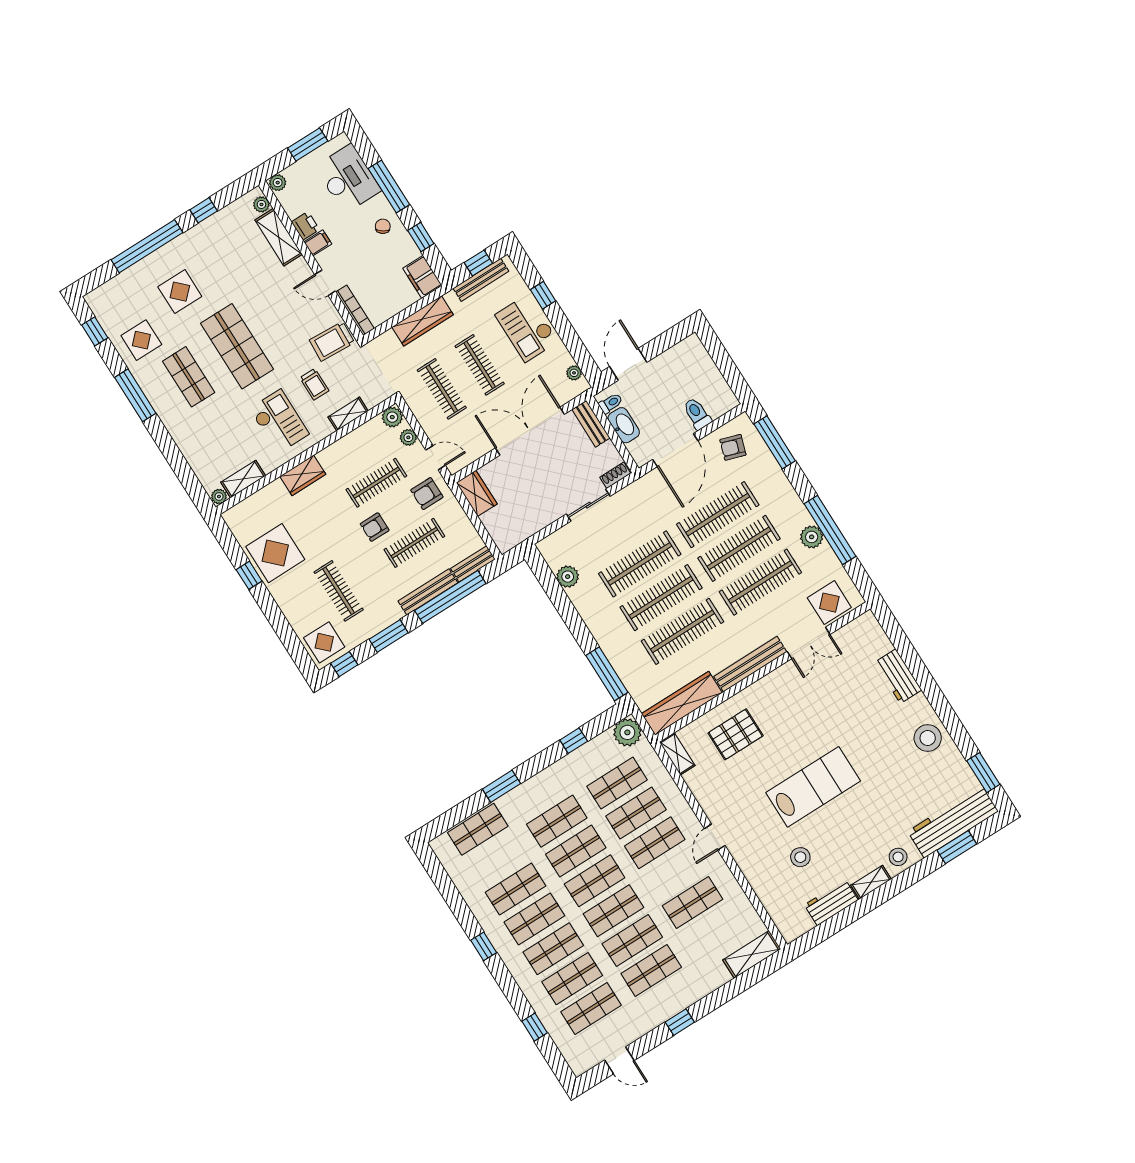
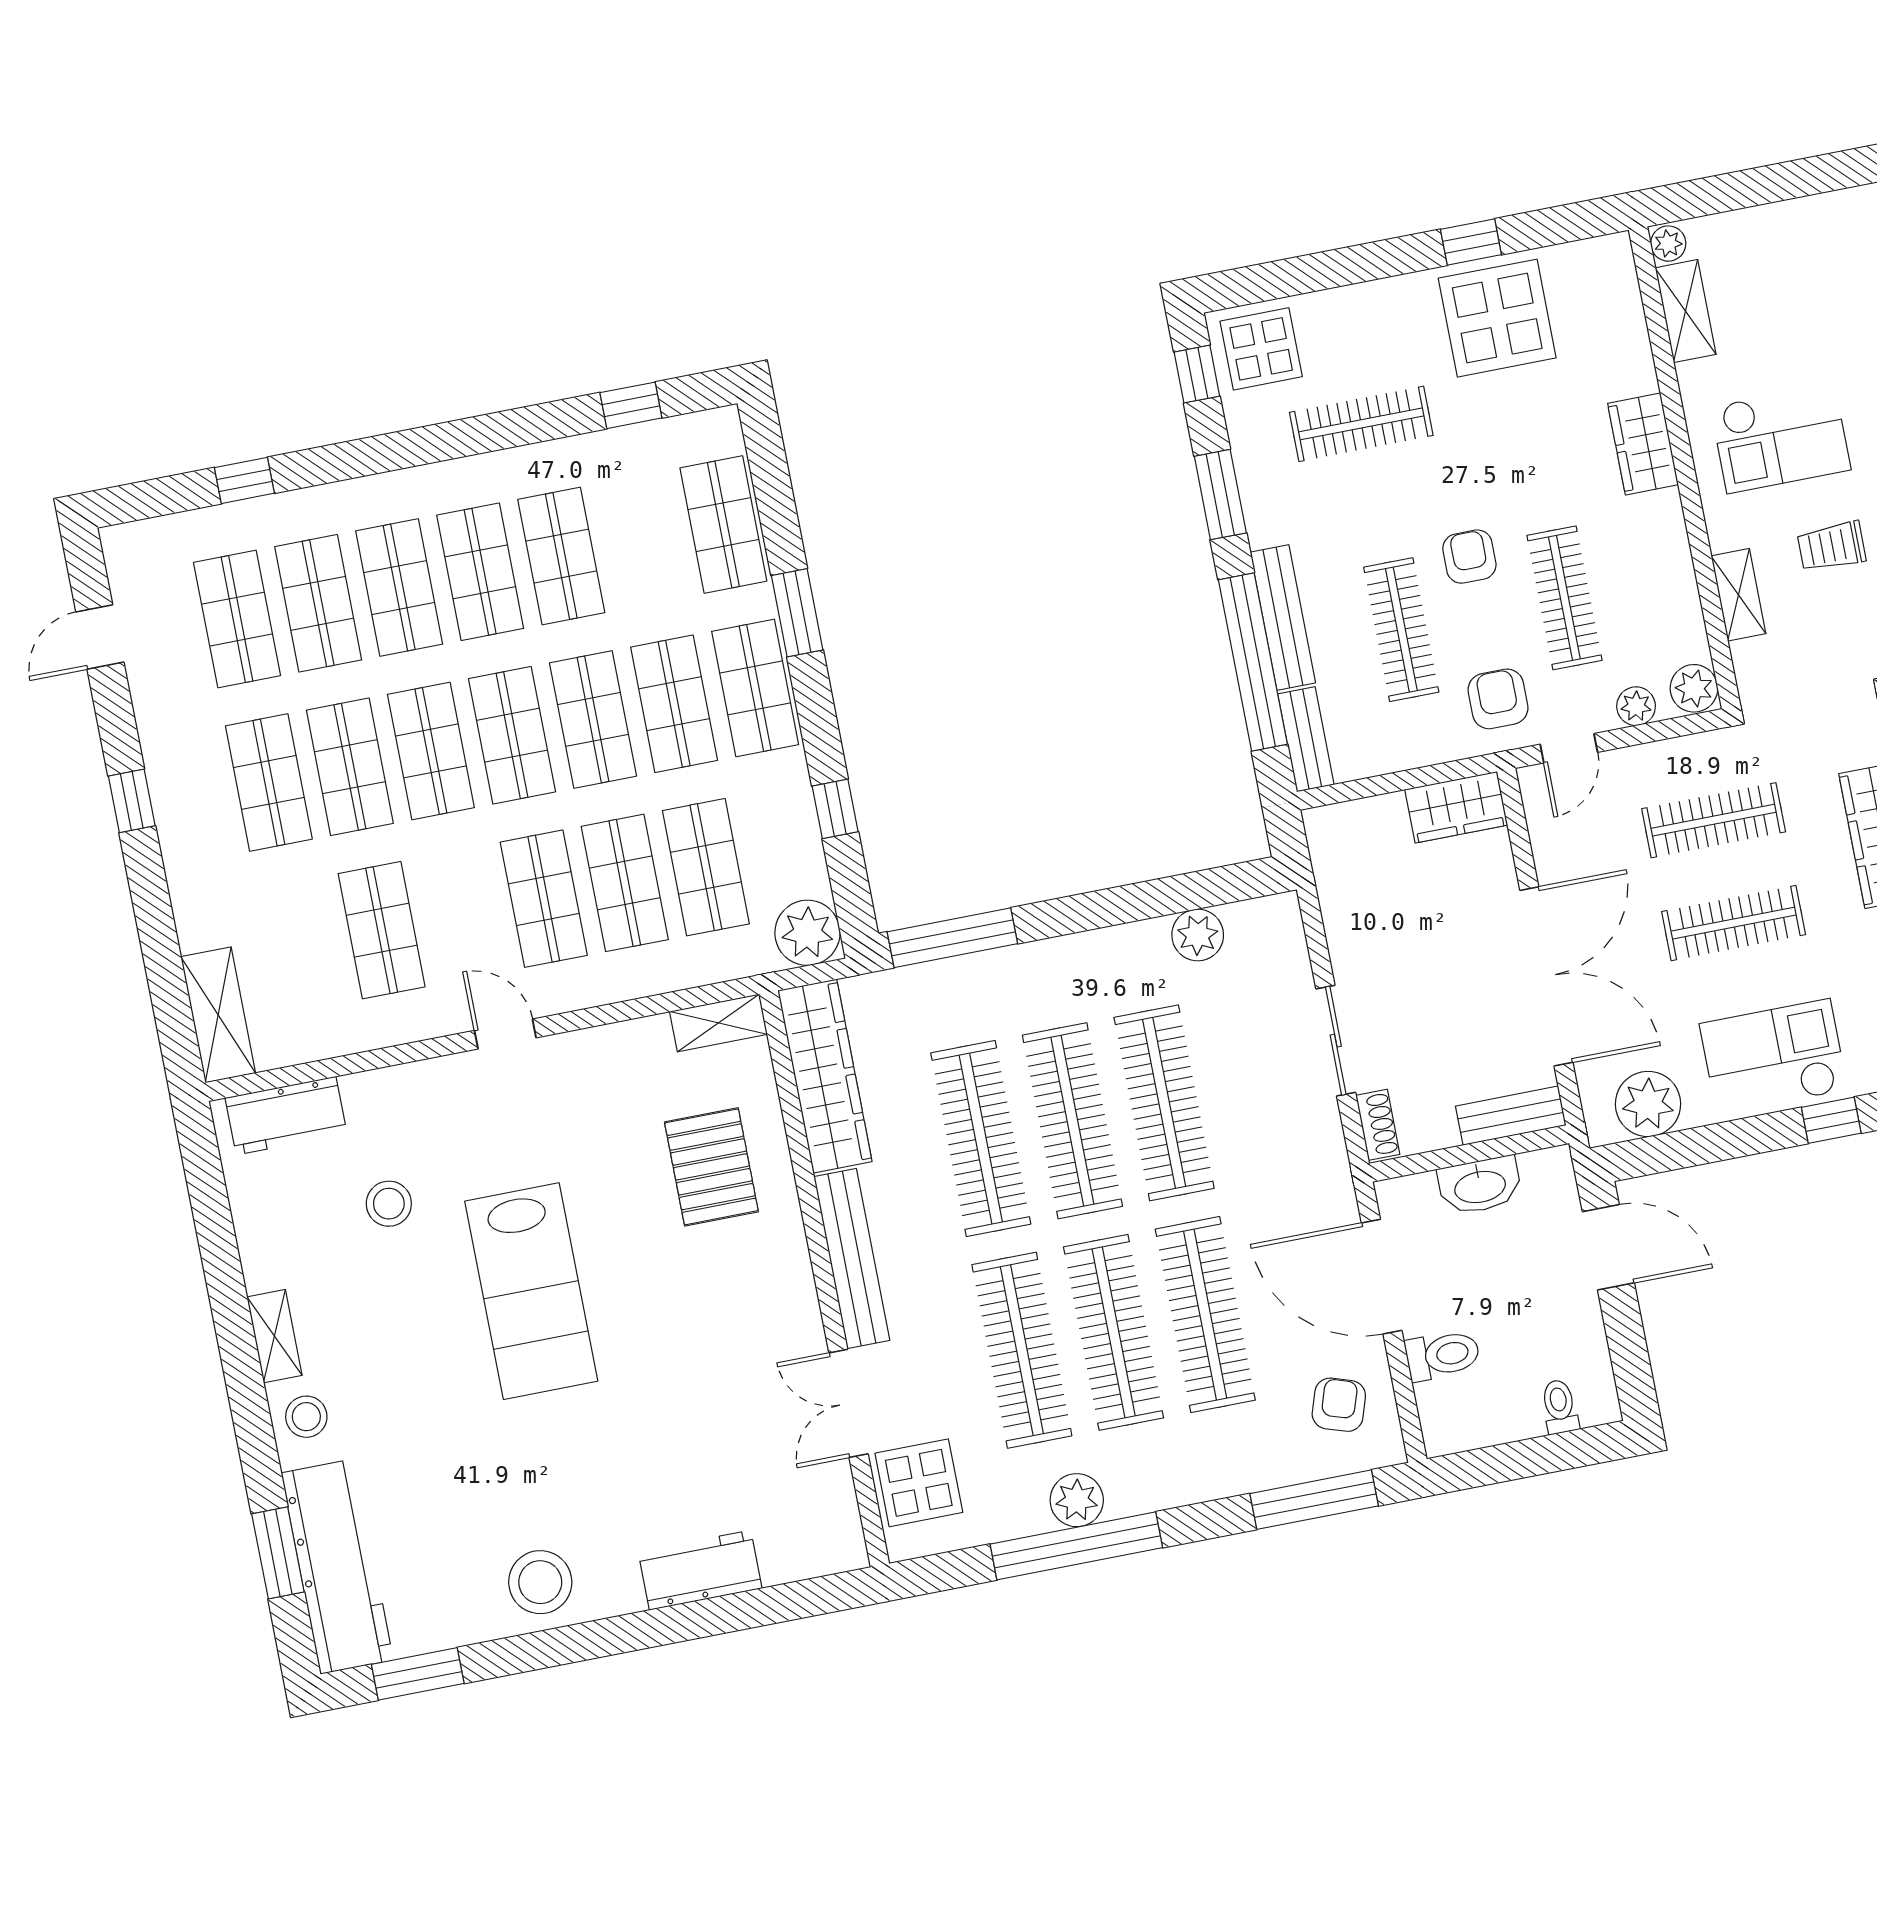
plant: (574, 373) -> (1648, 1104), width x1.87, depth x1.87
toilet: (611, 403) -> (1560, 1407), moved, turned 180
shop shelf: (538, 791) -> (755, 688), added
workbench: (831, 902) -> (286, 1116), moved, turned 90
window: (484, 946) -> (631, 405), moved

